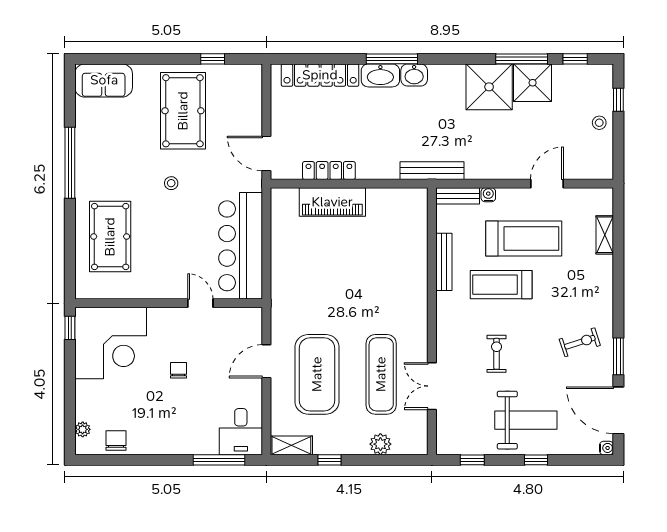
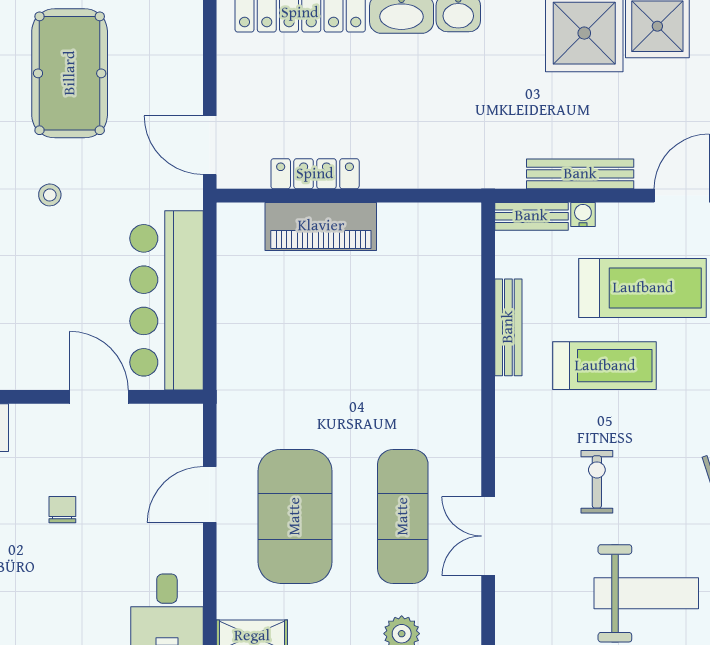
bench: (432, 171) -> (580, 174), moved
treadmill: (501, 285) -> (605, 366), turned 180
door: (200, 303) -> (99, 397), width x1.38

